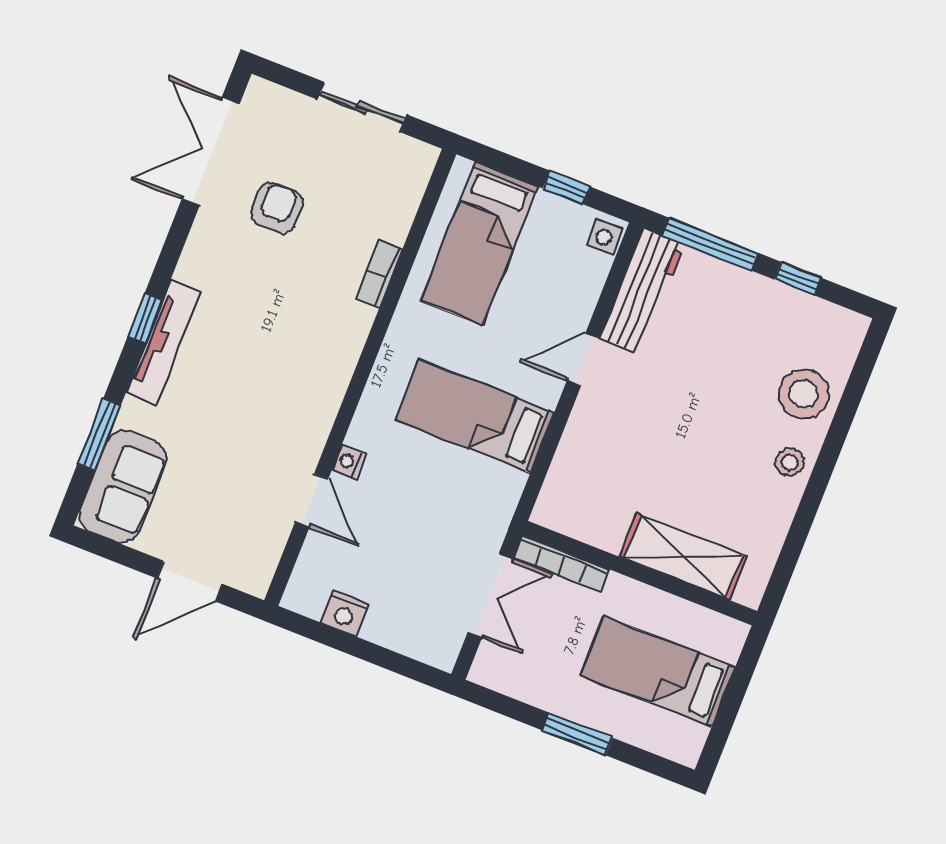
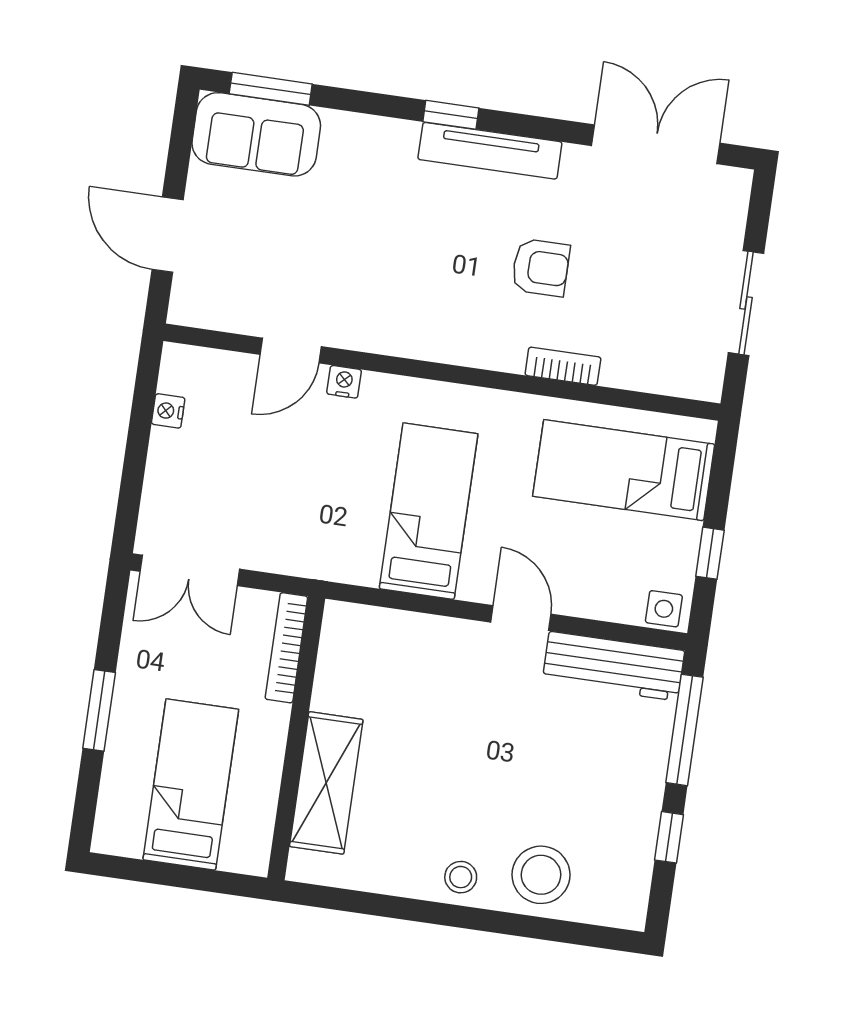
armchair: (277, 208) -> (541, 268), moved
tv unit: (163, 342) -> (490, 151), moved
window: (99, 435) -> (271, 89), moved
double door: (490, 595) -> (190, 570), moved
nightstand: (345, 614) -> (168, 411), width x0.72, depth x0.74

